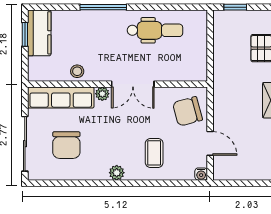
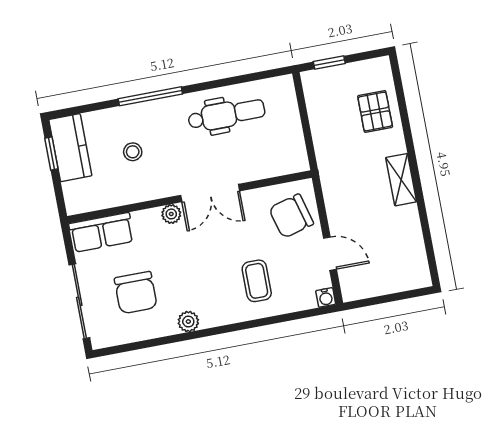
stool: (77, 71) -> (133, 152), moved
row of seats: (61, 97) -> (101, 232), width x0.68
plant: (117, 173) -> (188, 322), moved

